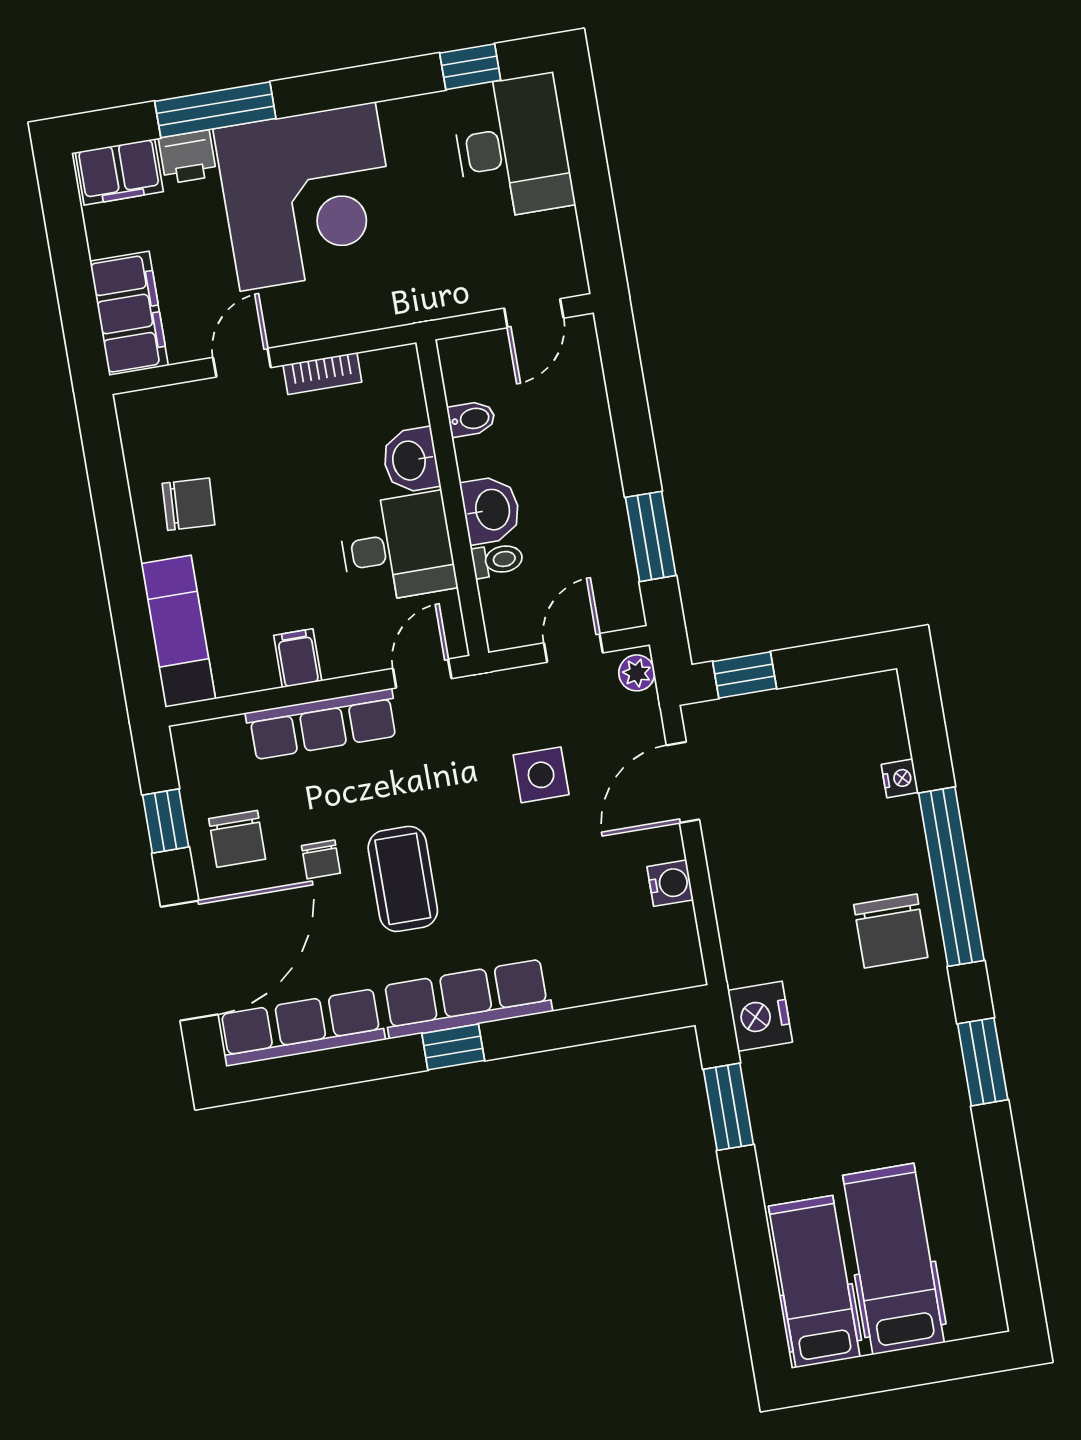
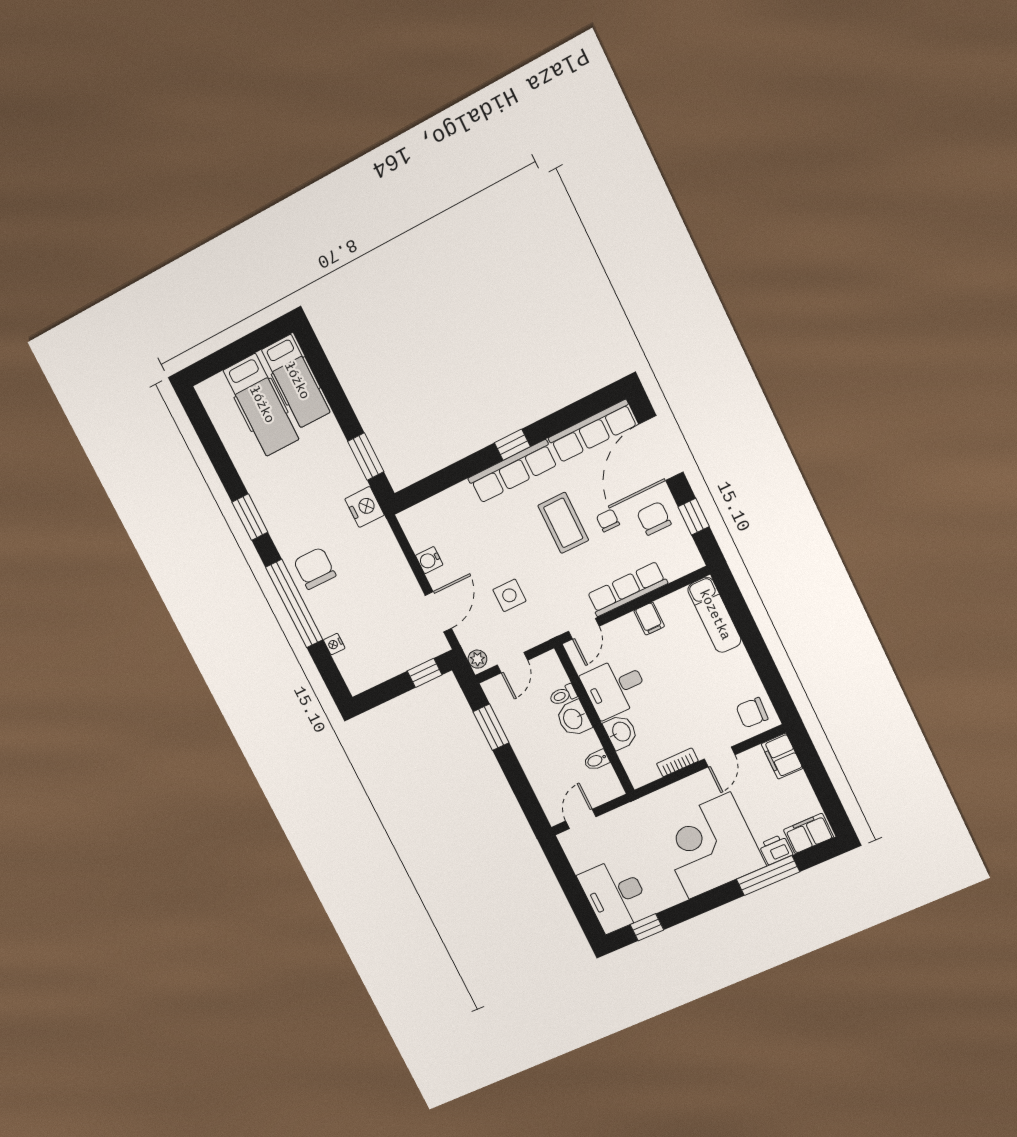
filing cabinet: (129, 313) -> (782, 756), width x0.67, depth x0.86
chair: (189, 504) -> (752, 713), moved

